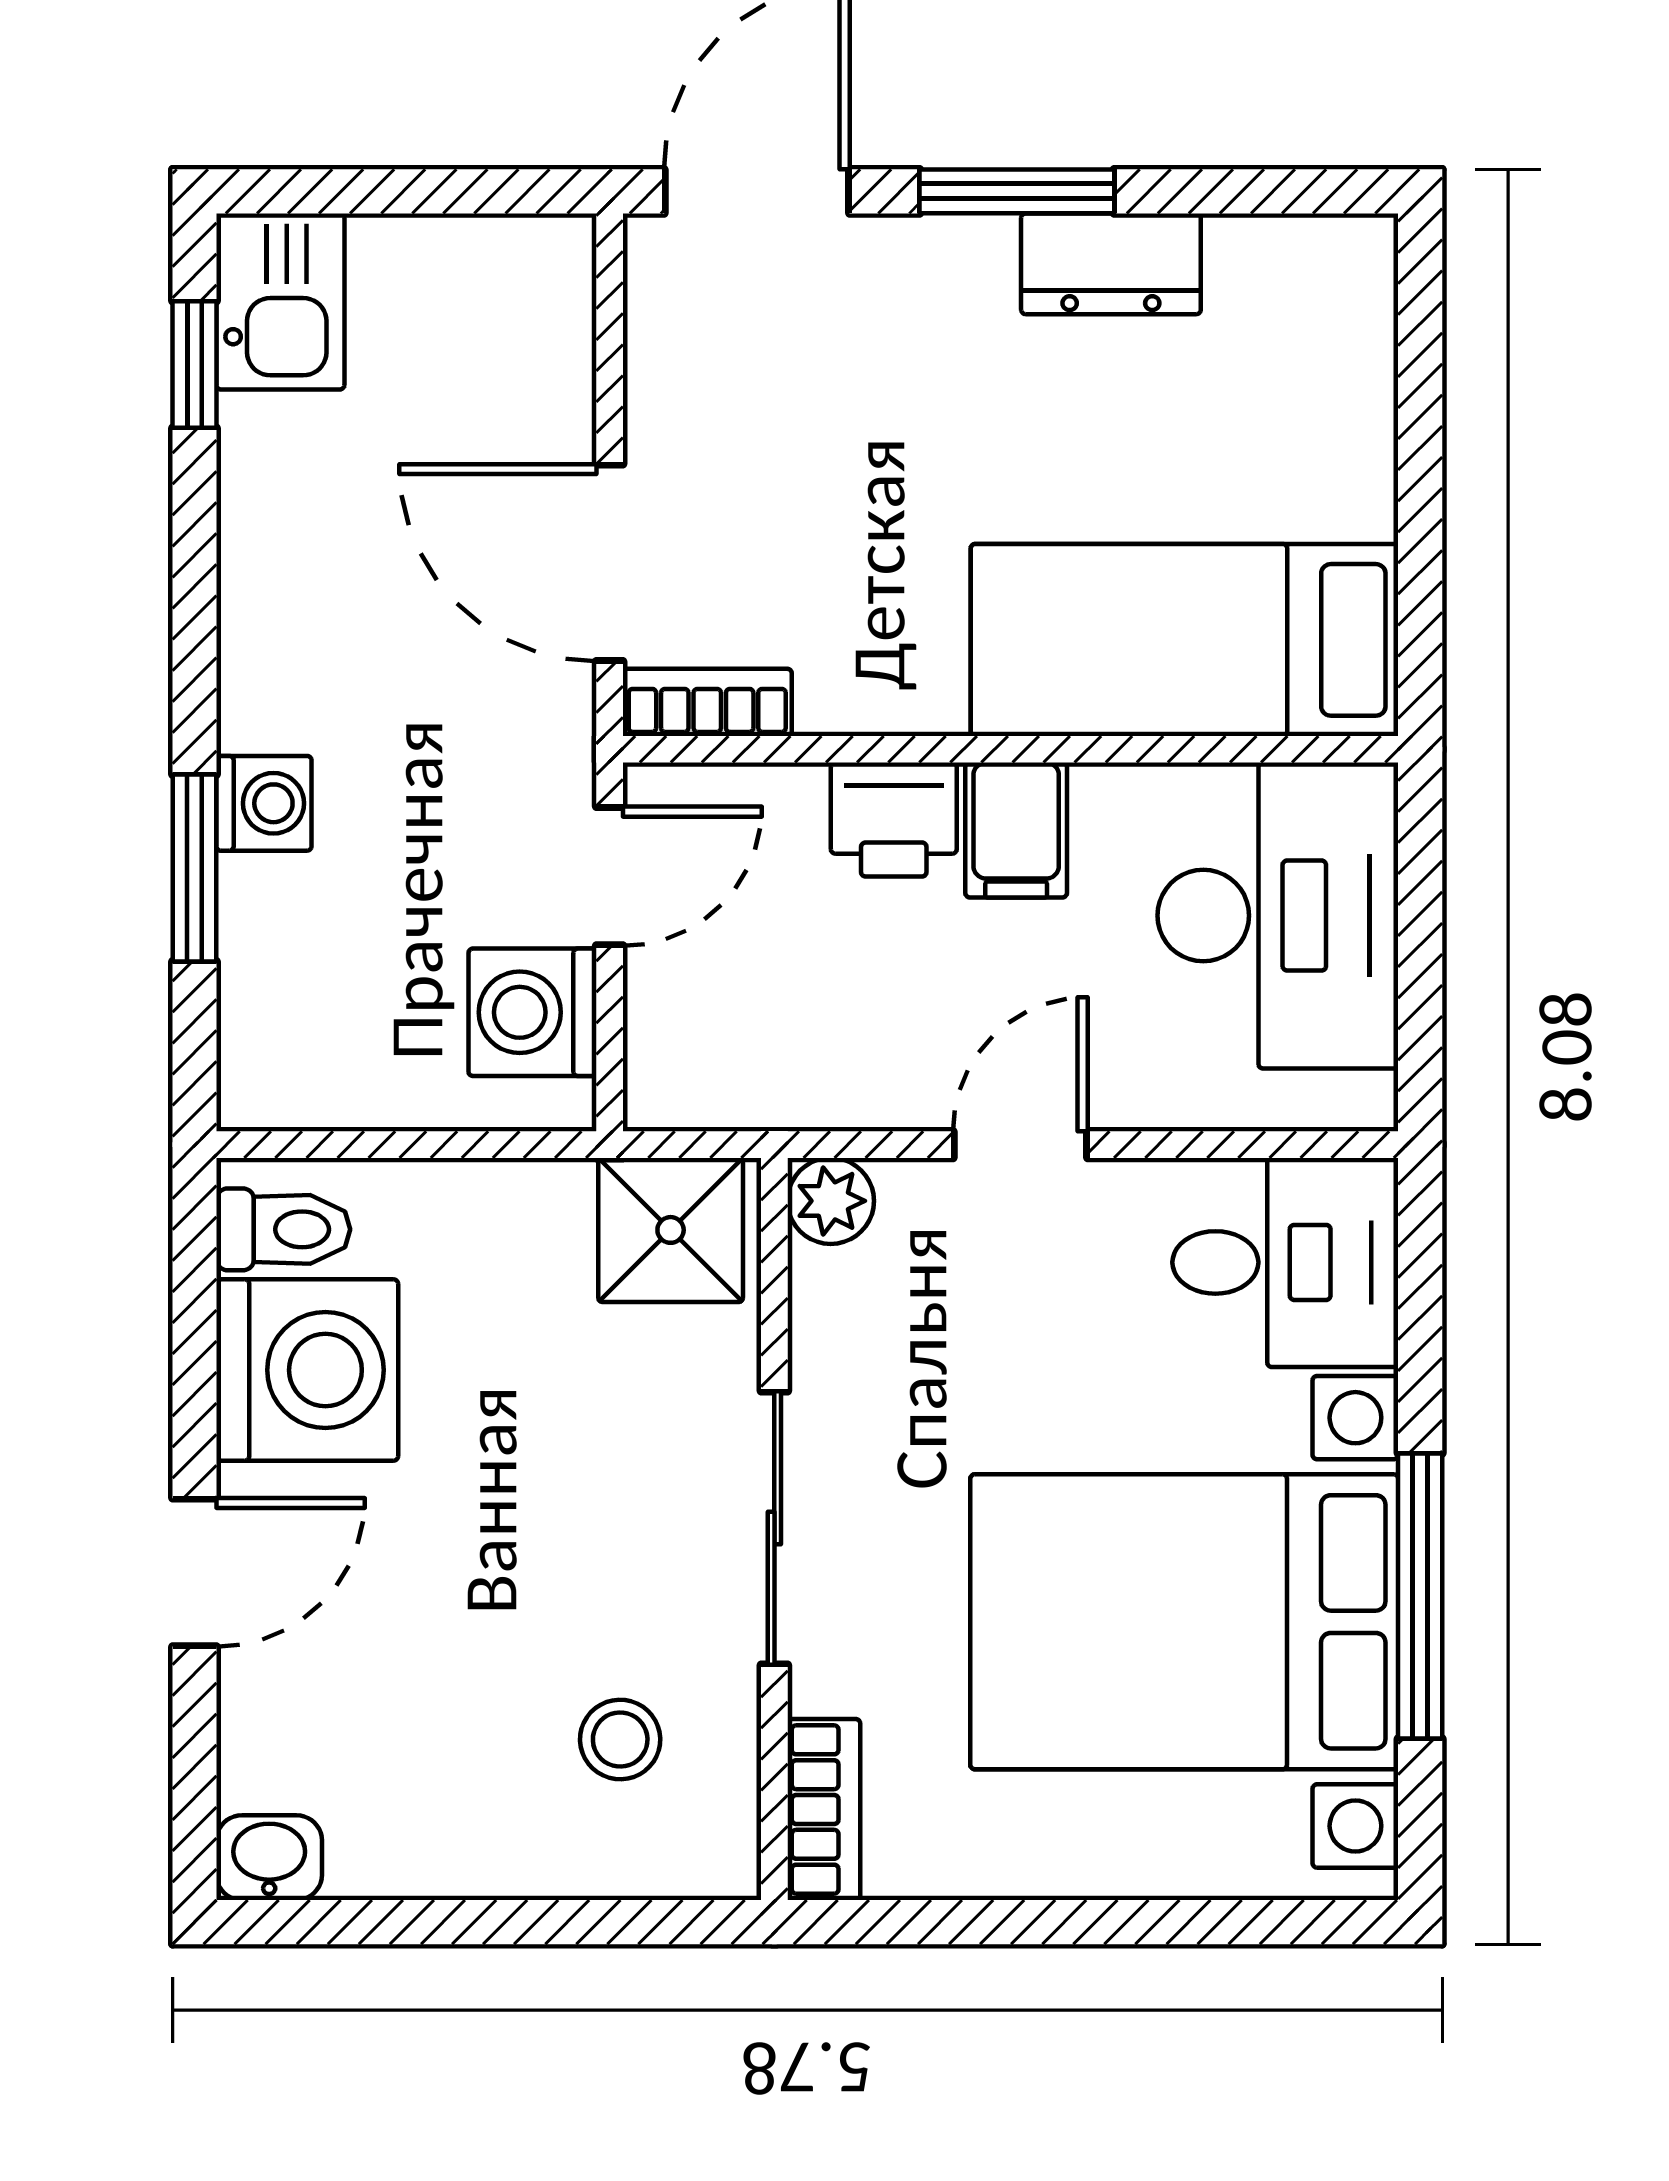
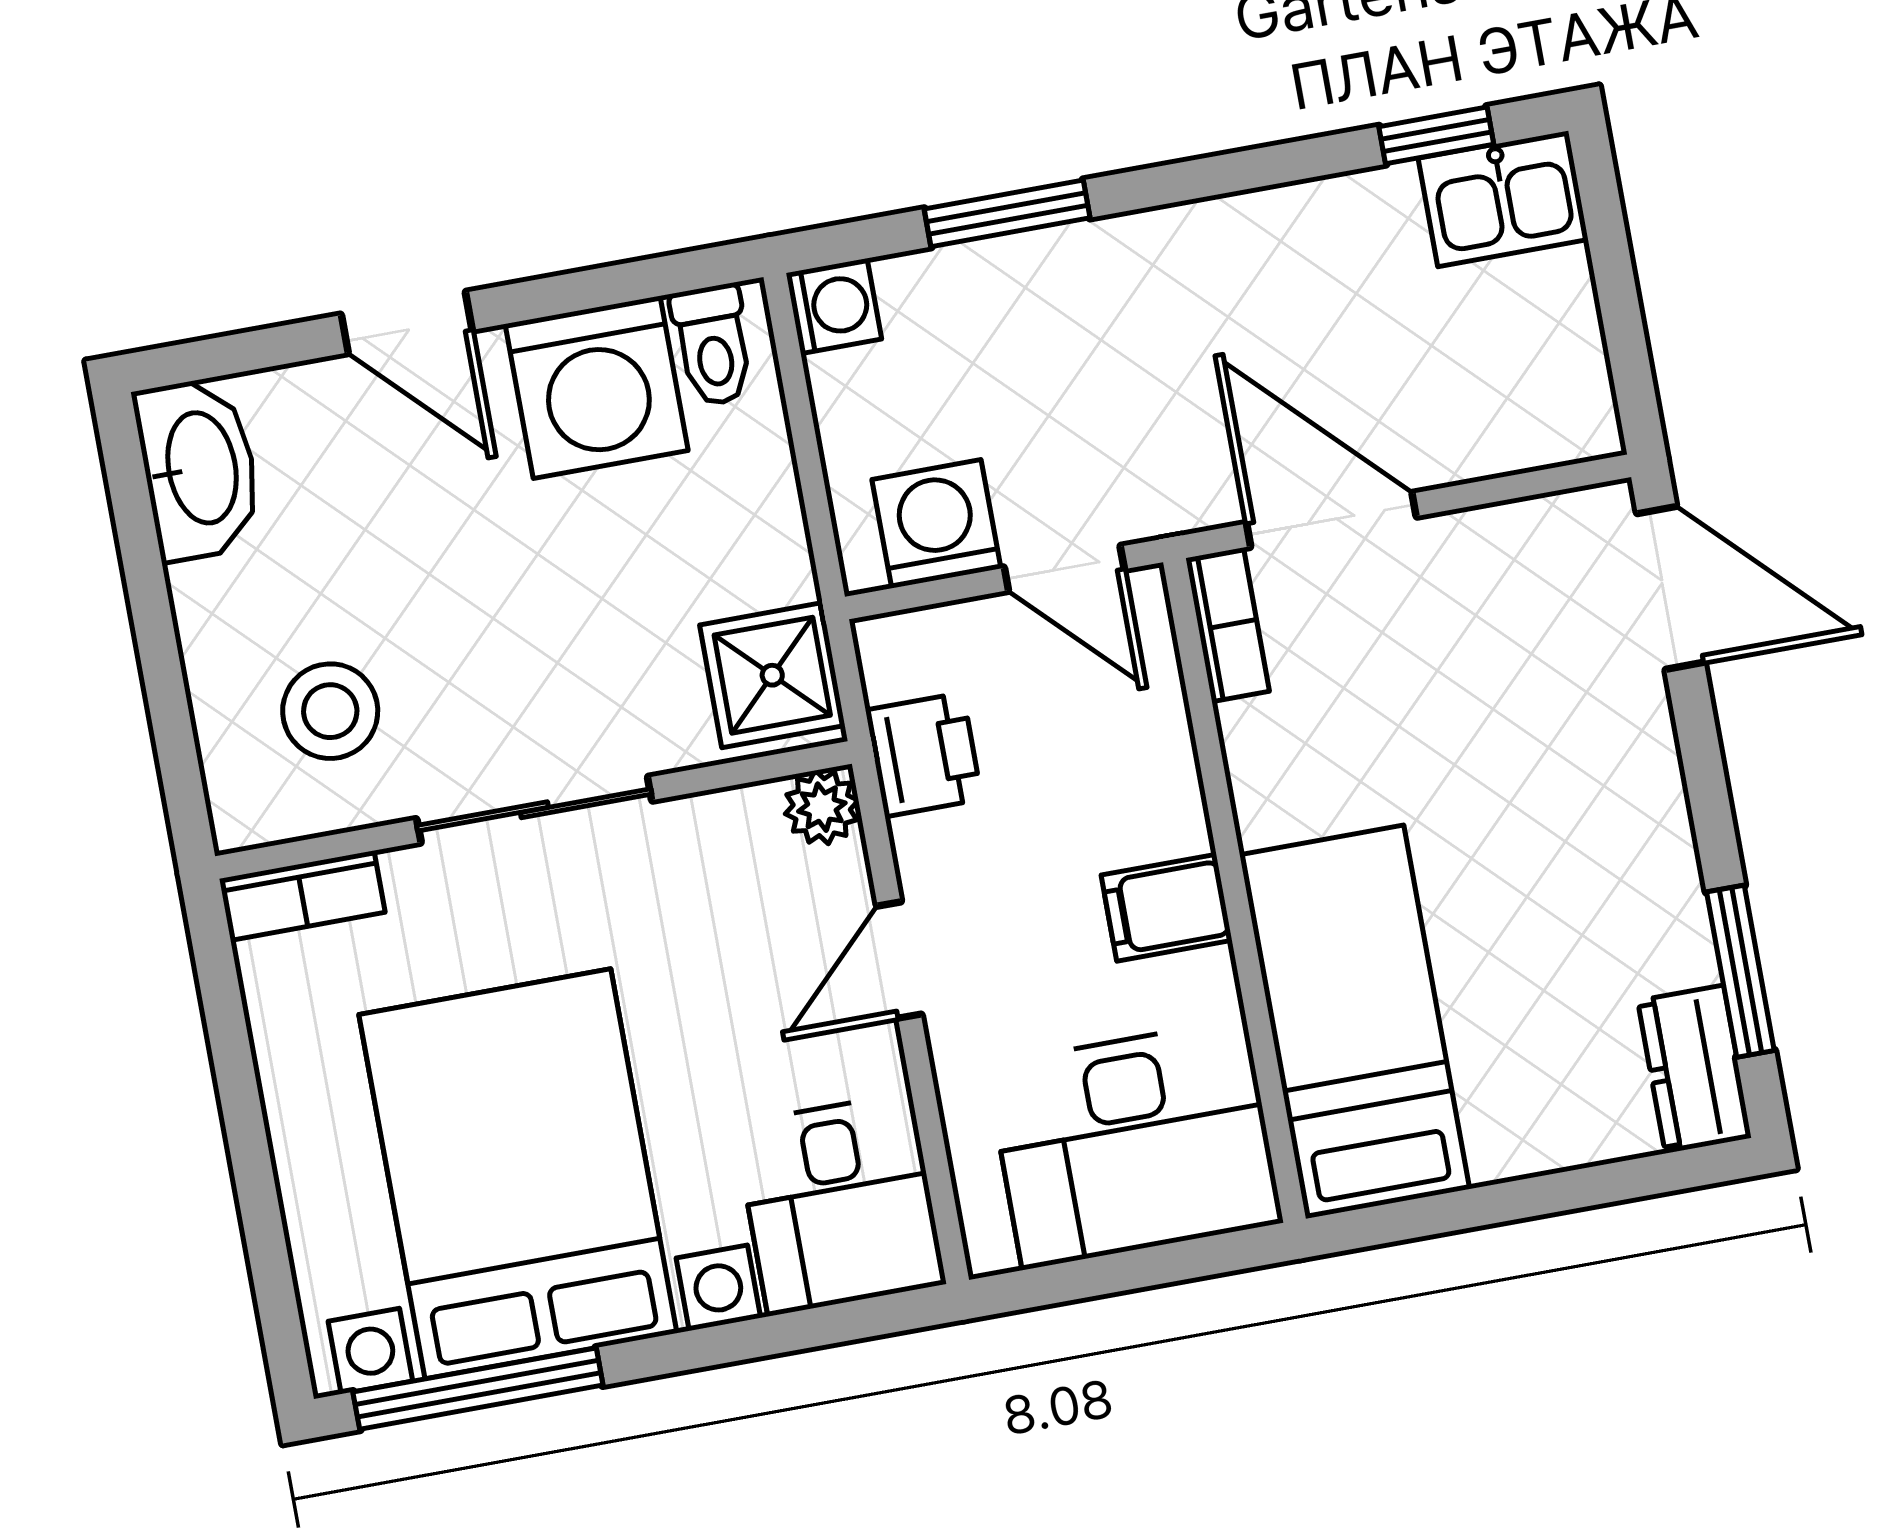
window: (1017, 191) -> (1740, 971), moved
dresser: (1111, 264) -> (1694, 1069), moved
door: (610, 563) -> (1331, 520), hinge flipped
washing machine: (264, 803) -> (834, 306), moved, turned -90
printer: (894, 820) -> (924, 755), moved, turned 180
door: (1020, 1145) -> (899, 960), swing flipped
window: (1420, 1596) -> (478, 1389), moved
stool: (620, 1739) -> (330, 711), width x1.37, depth x1.37
washbasin: (269, 1858) -> (199, 468), width x1.91, depth x1.45

